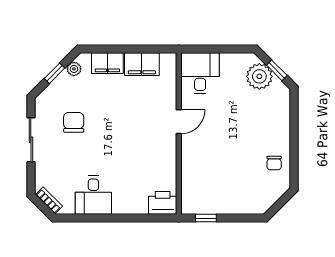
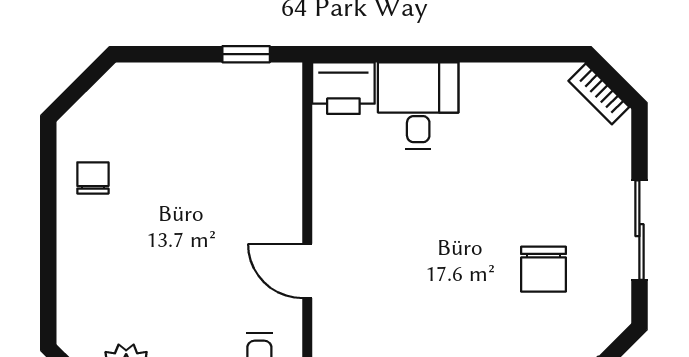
door: (179, 122) -> (307, 271), hinge flipped
desk: (93, 195) -> (418, 106), moved

